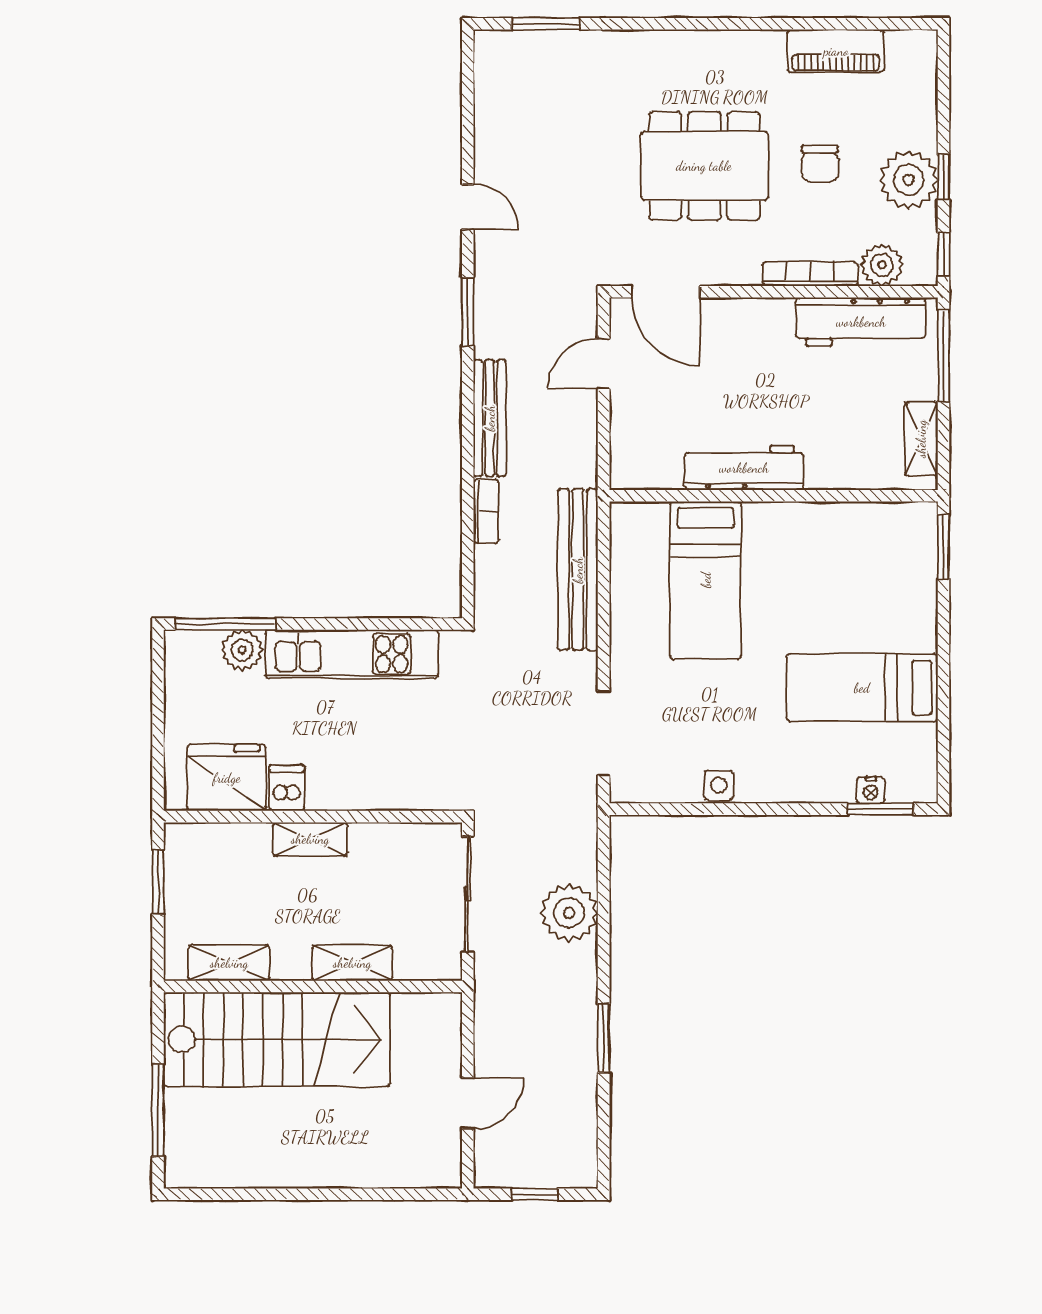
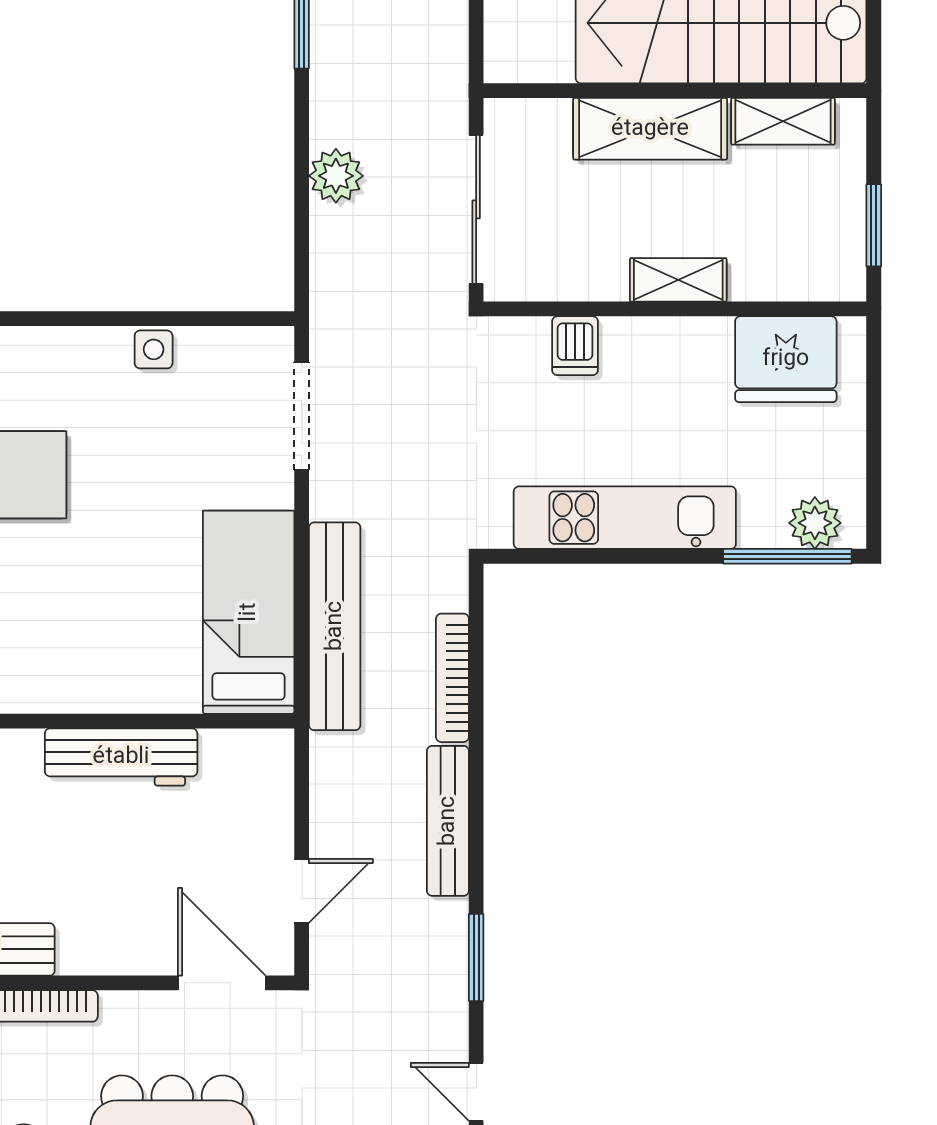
bookcase: (486, 511) -> (452, 678), width x1.56
bed: (706, 580) -> (249, 612), moved
plant: (242, 650) -> (815, 523), moved
dishwasher: (287, 788) -> (575, 346), moved
plant: (569, 913) -> (336, 176), width x0.73, depth x0.73
shelving: (352, 963) -> (650, 129), width x1.50, depth x1.33

